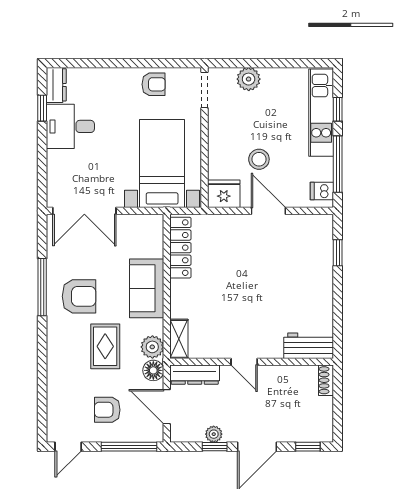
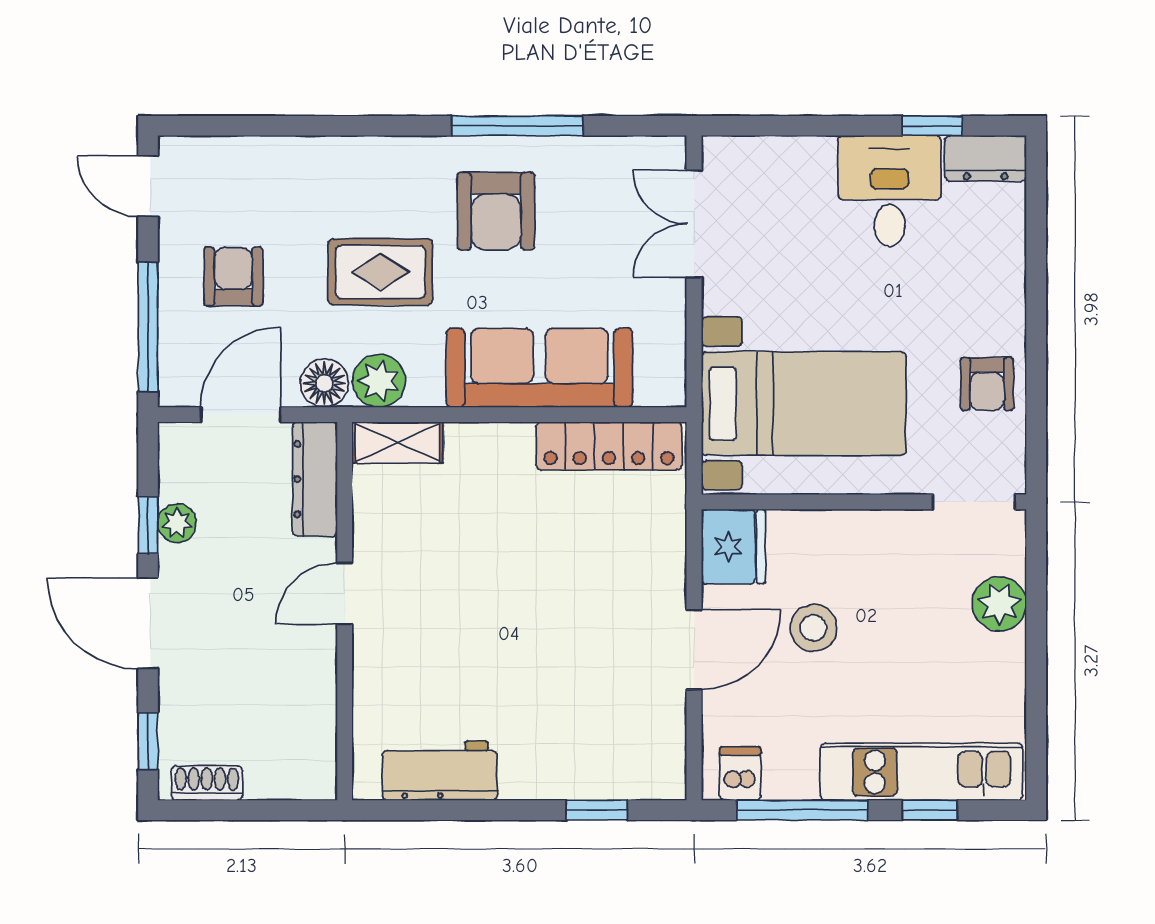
double door: (84, 211) -> (694, 224), width x0.73
sofa: (147, 288) -> (539, 368), width x1.36
workbench: (309, 346) -> (440, 771), moved, turned -90
shoe rack: (326, 380) -> (207, 783), moved

